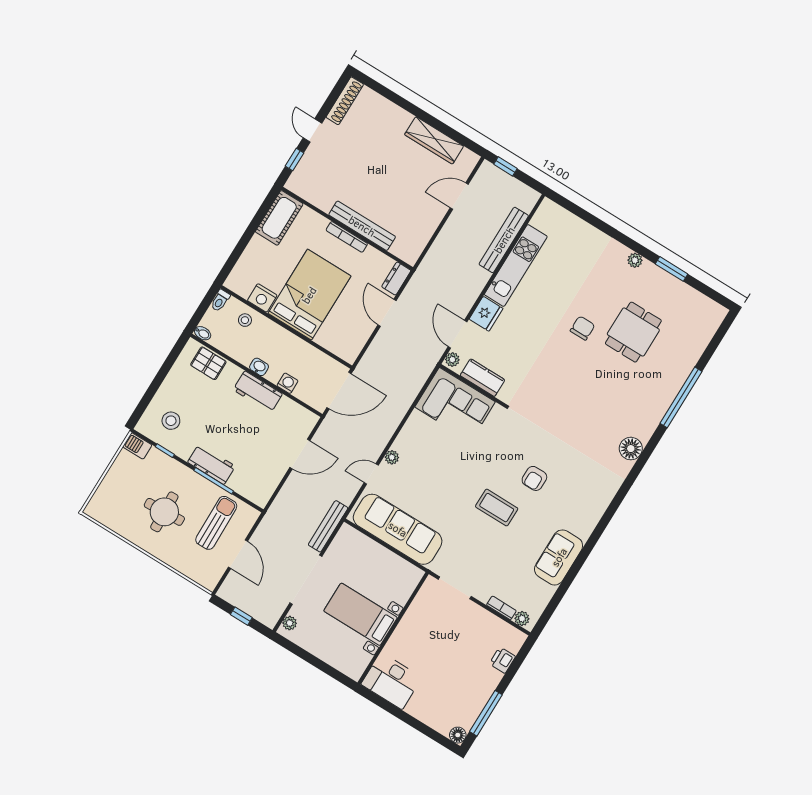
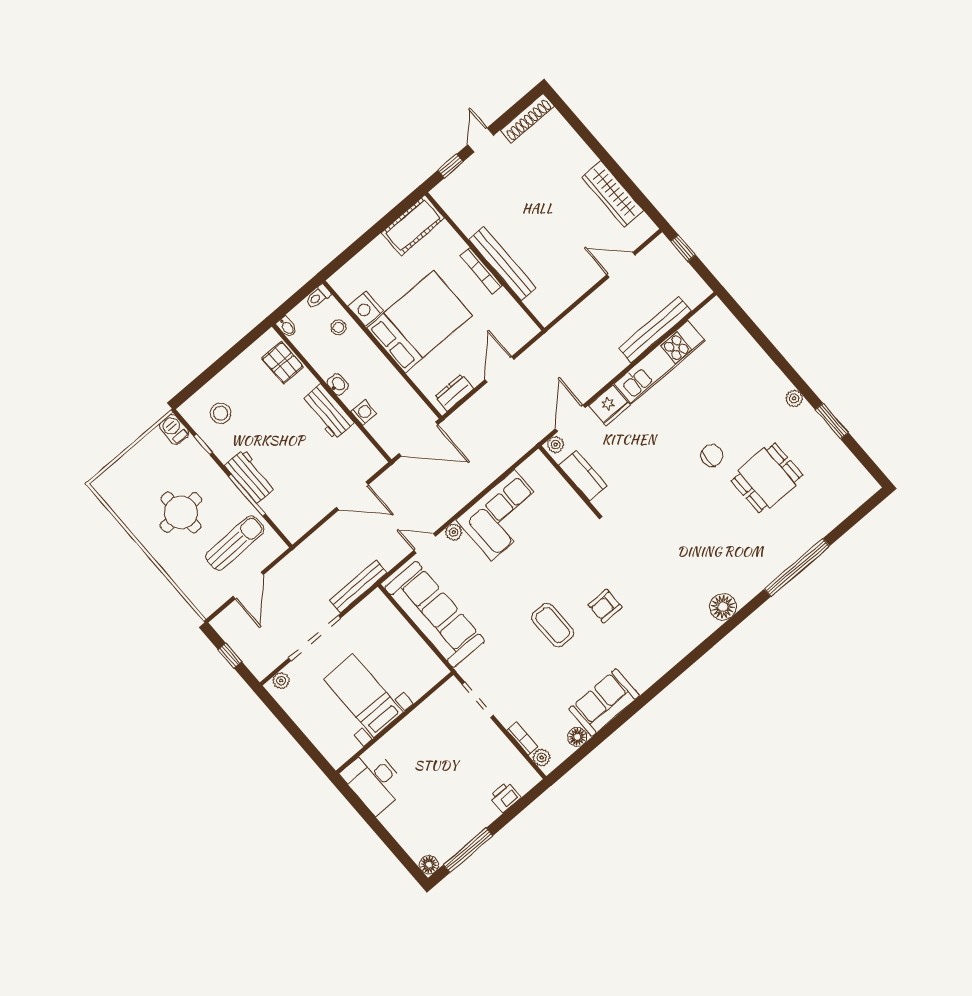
dresser: (396, 279) -> (454, 393), moved
corner sofa: (455, 404) -> (503, 515), moved, turned -90
floor lamp: (546, 592) -> (577, 737), added

